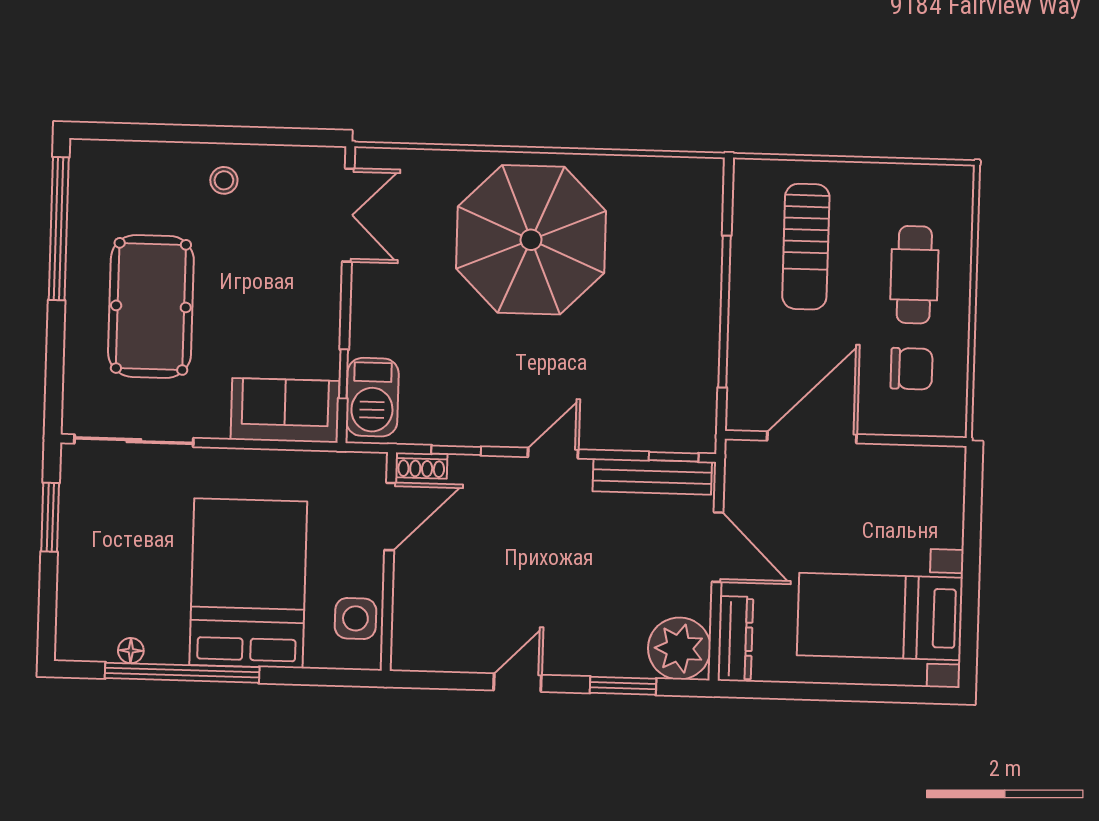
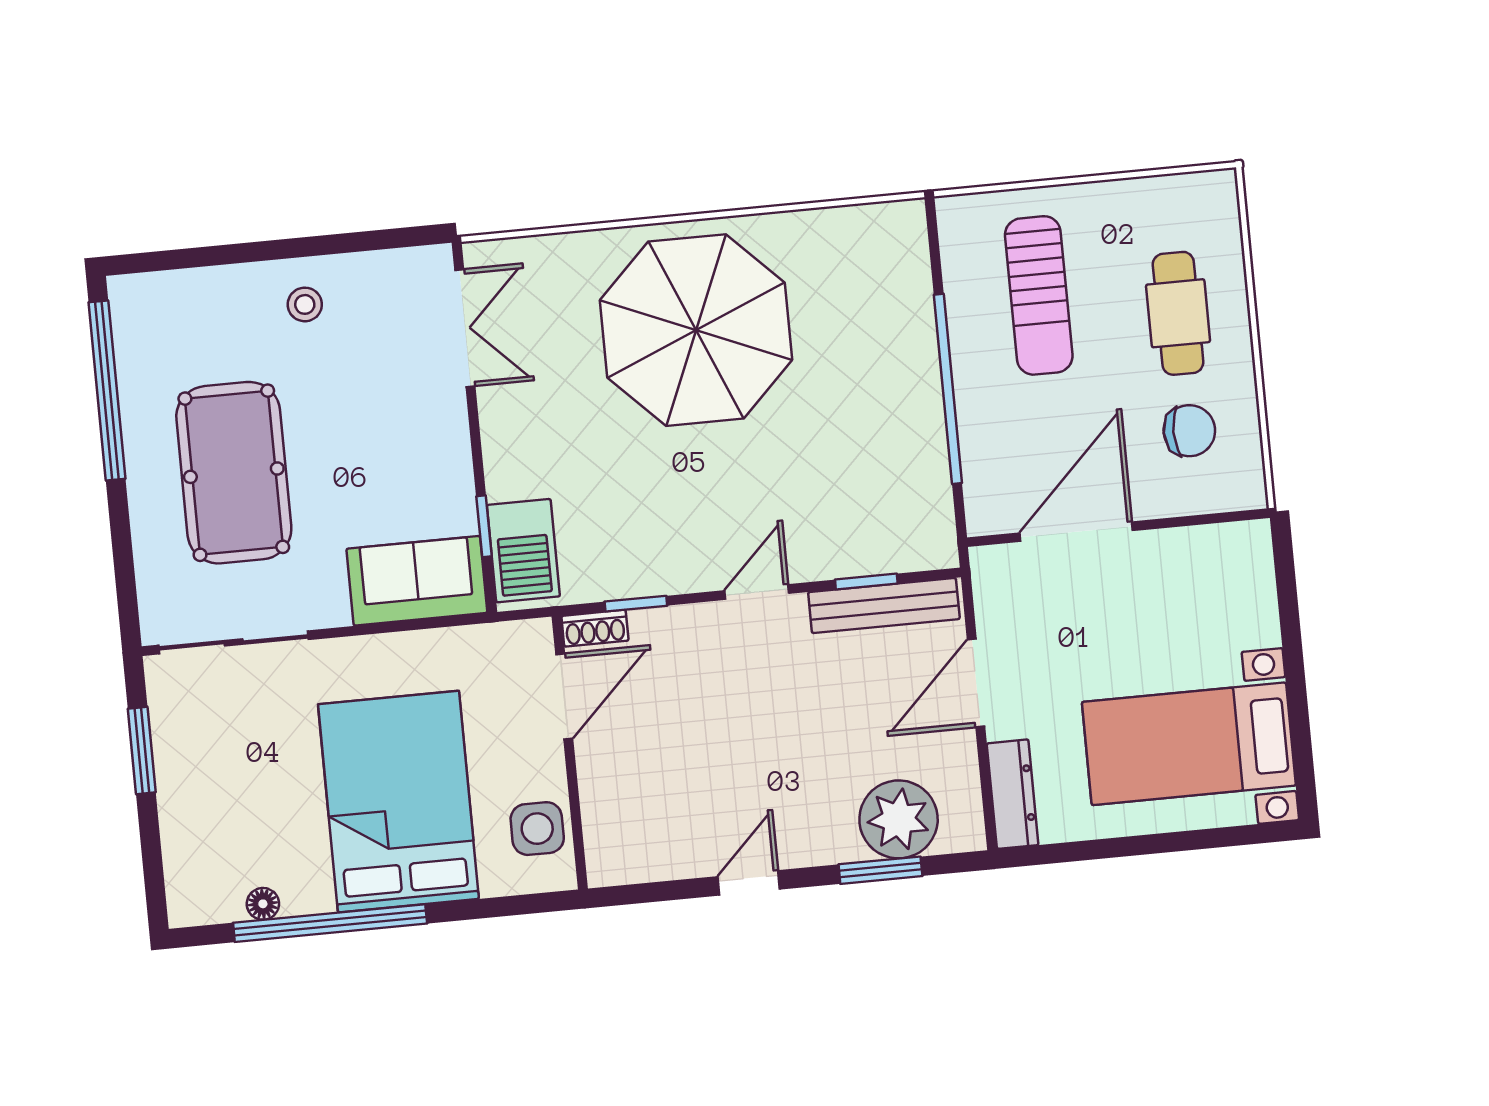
window: (674, 457) -> (866, 581), moved
door: (717, 547) -> (976, 683), swing flipped
plant: (679, 648) -> (899, 819), moved

